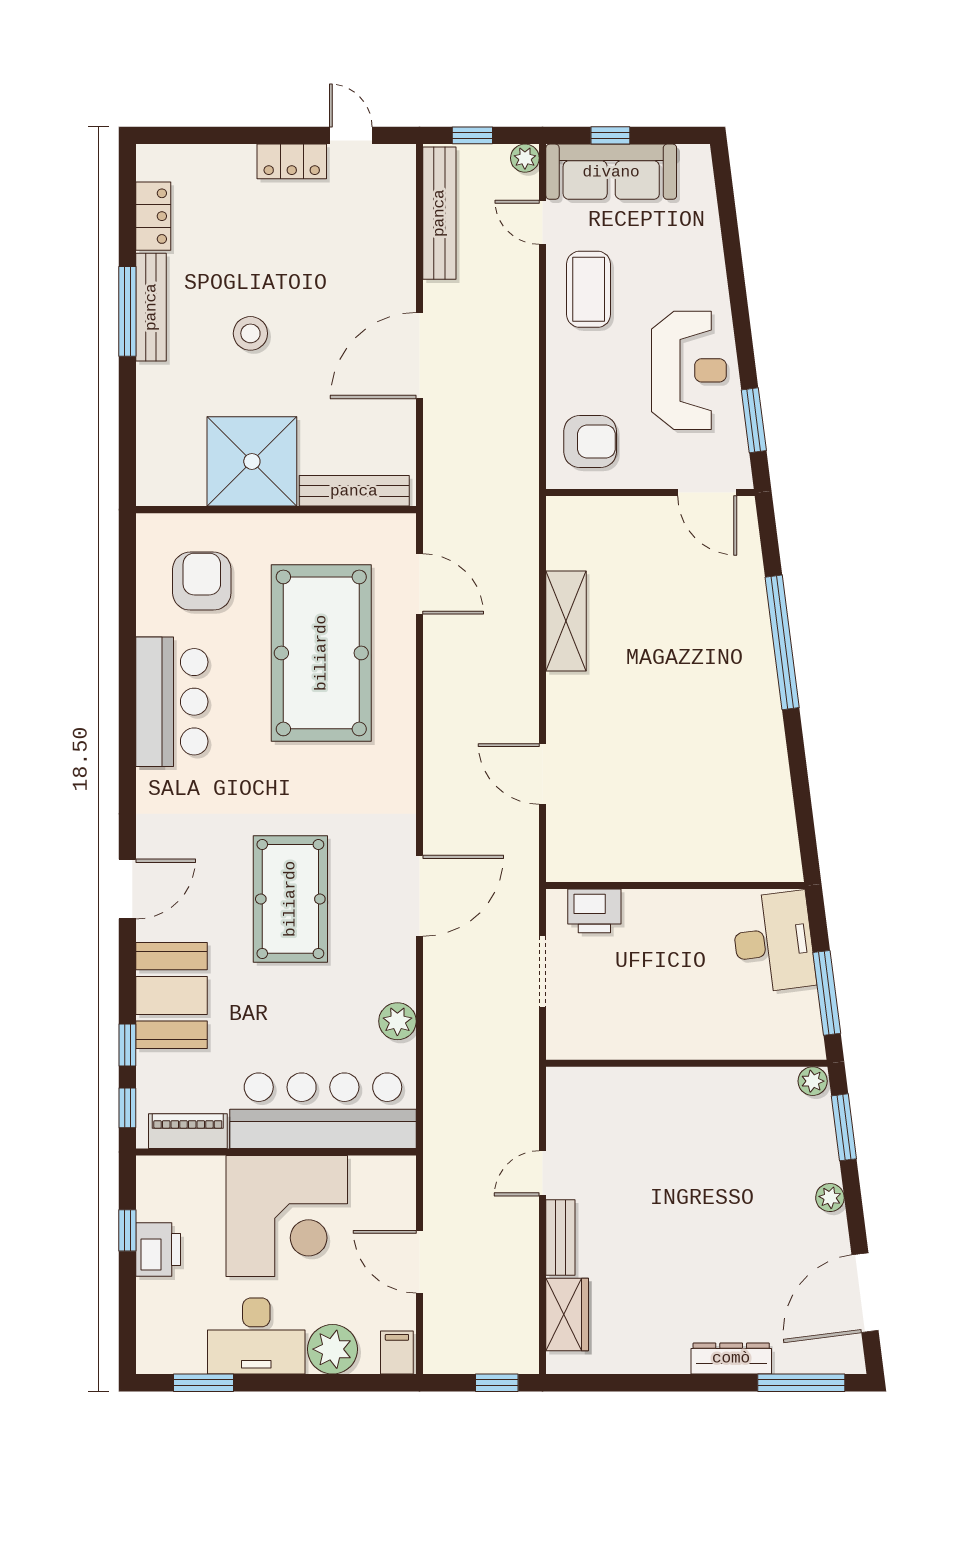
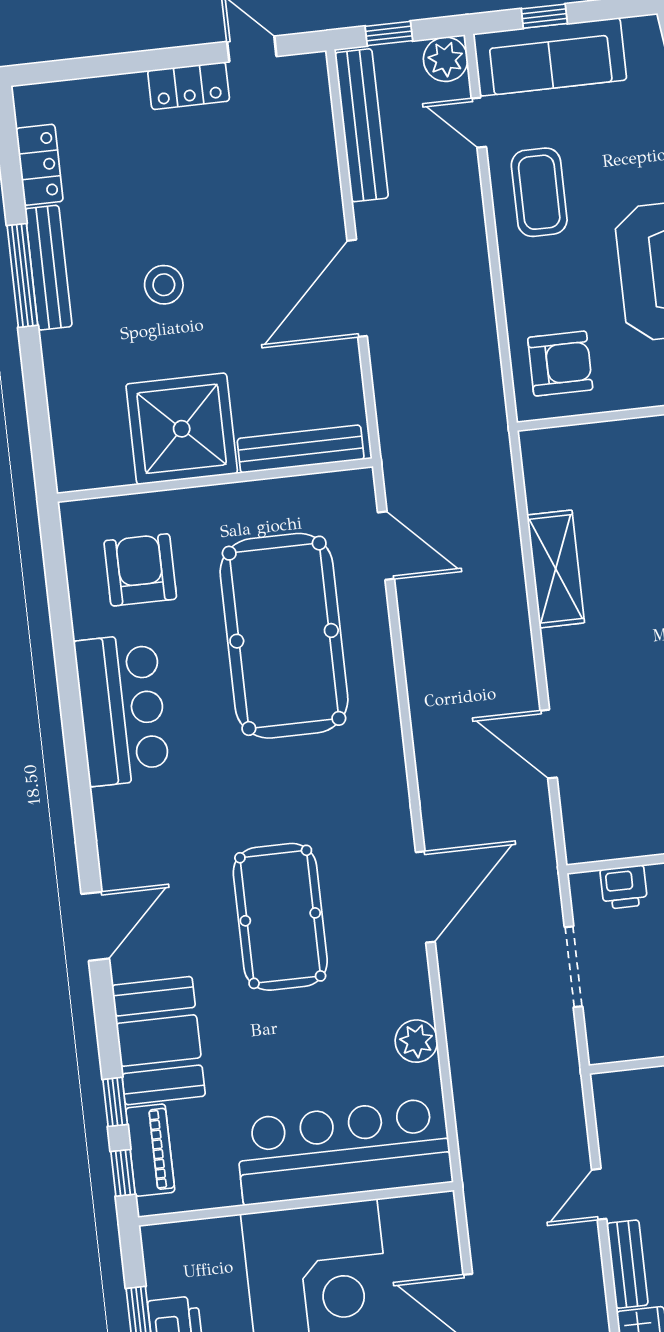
plant: (525, 158) -> (446, 59), width x1.38, depth x1.38
printer: (594, 911) -> (624, 887), width x0.73, depth x0.81
piano: (188, 1131) -> (150, 1150), moved, turned 90

